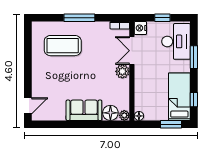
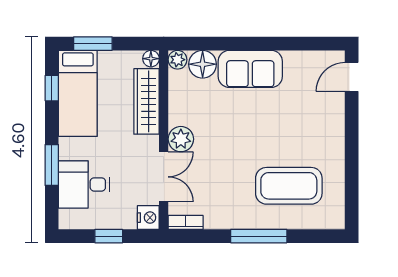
desk: (176, 41) -> (84, 184), width x0.73
wardrobe: (141, 92) -> (147, 101), added

